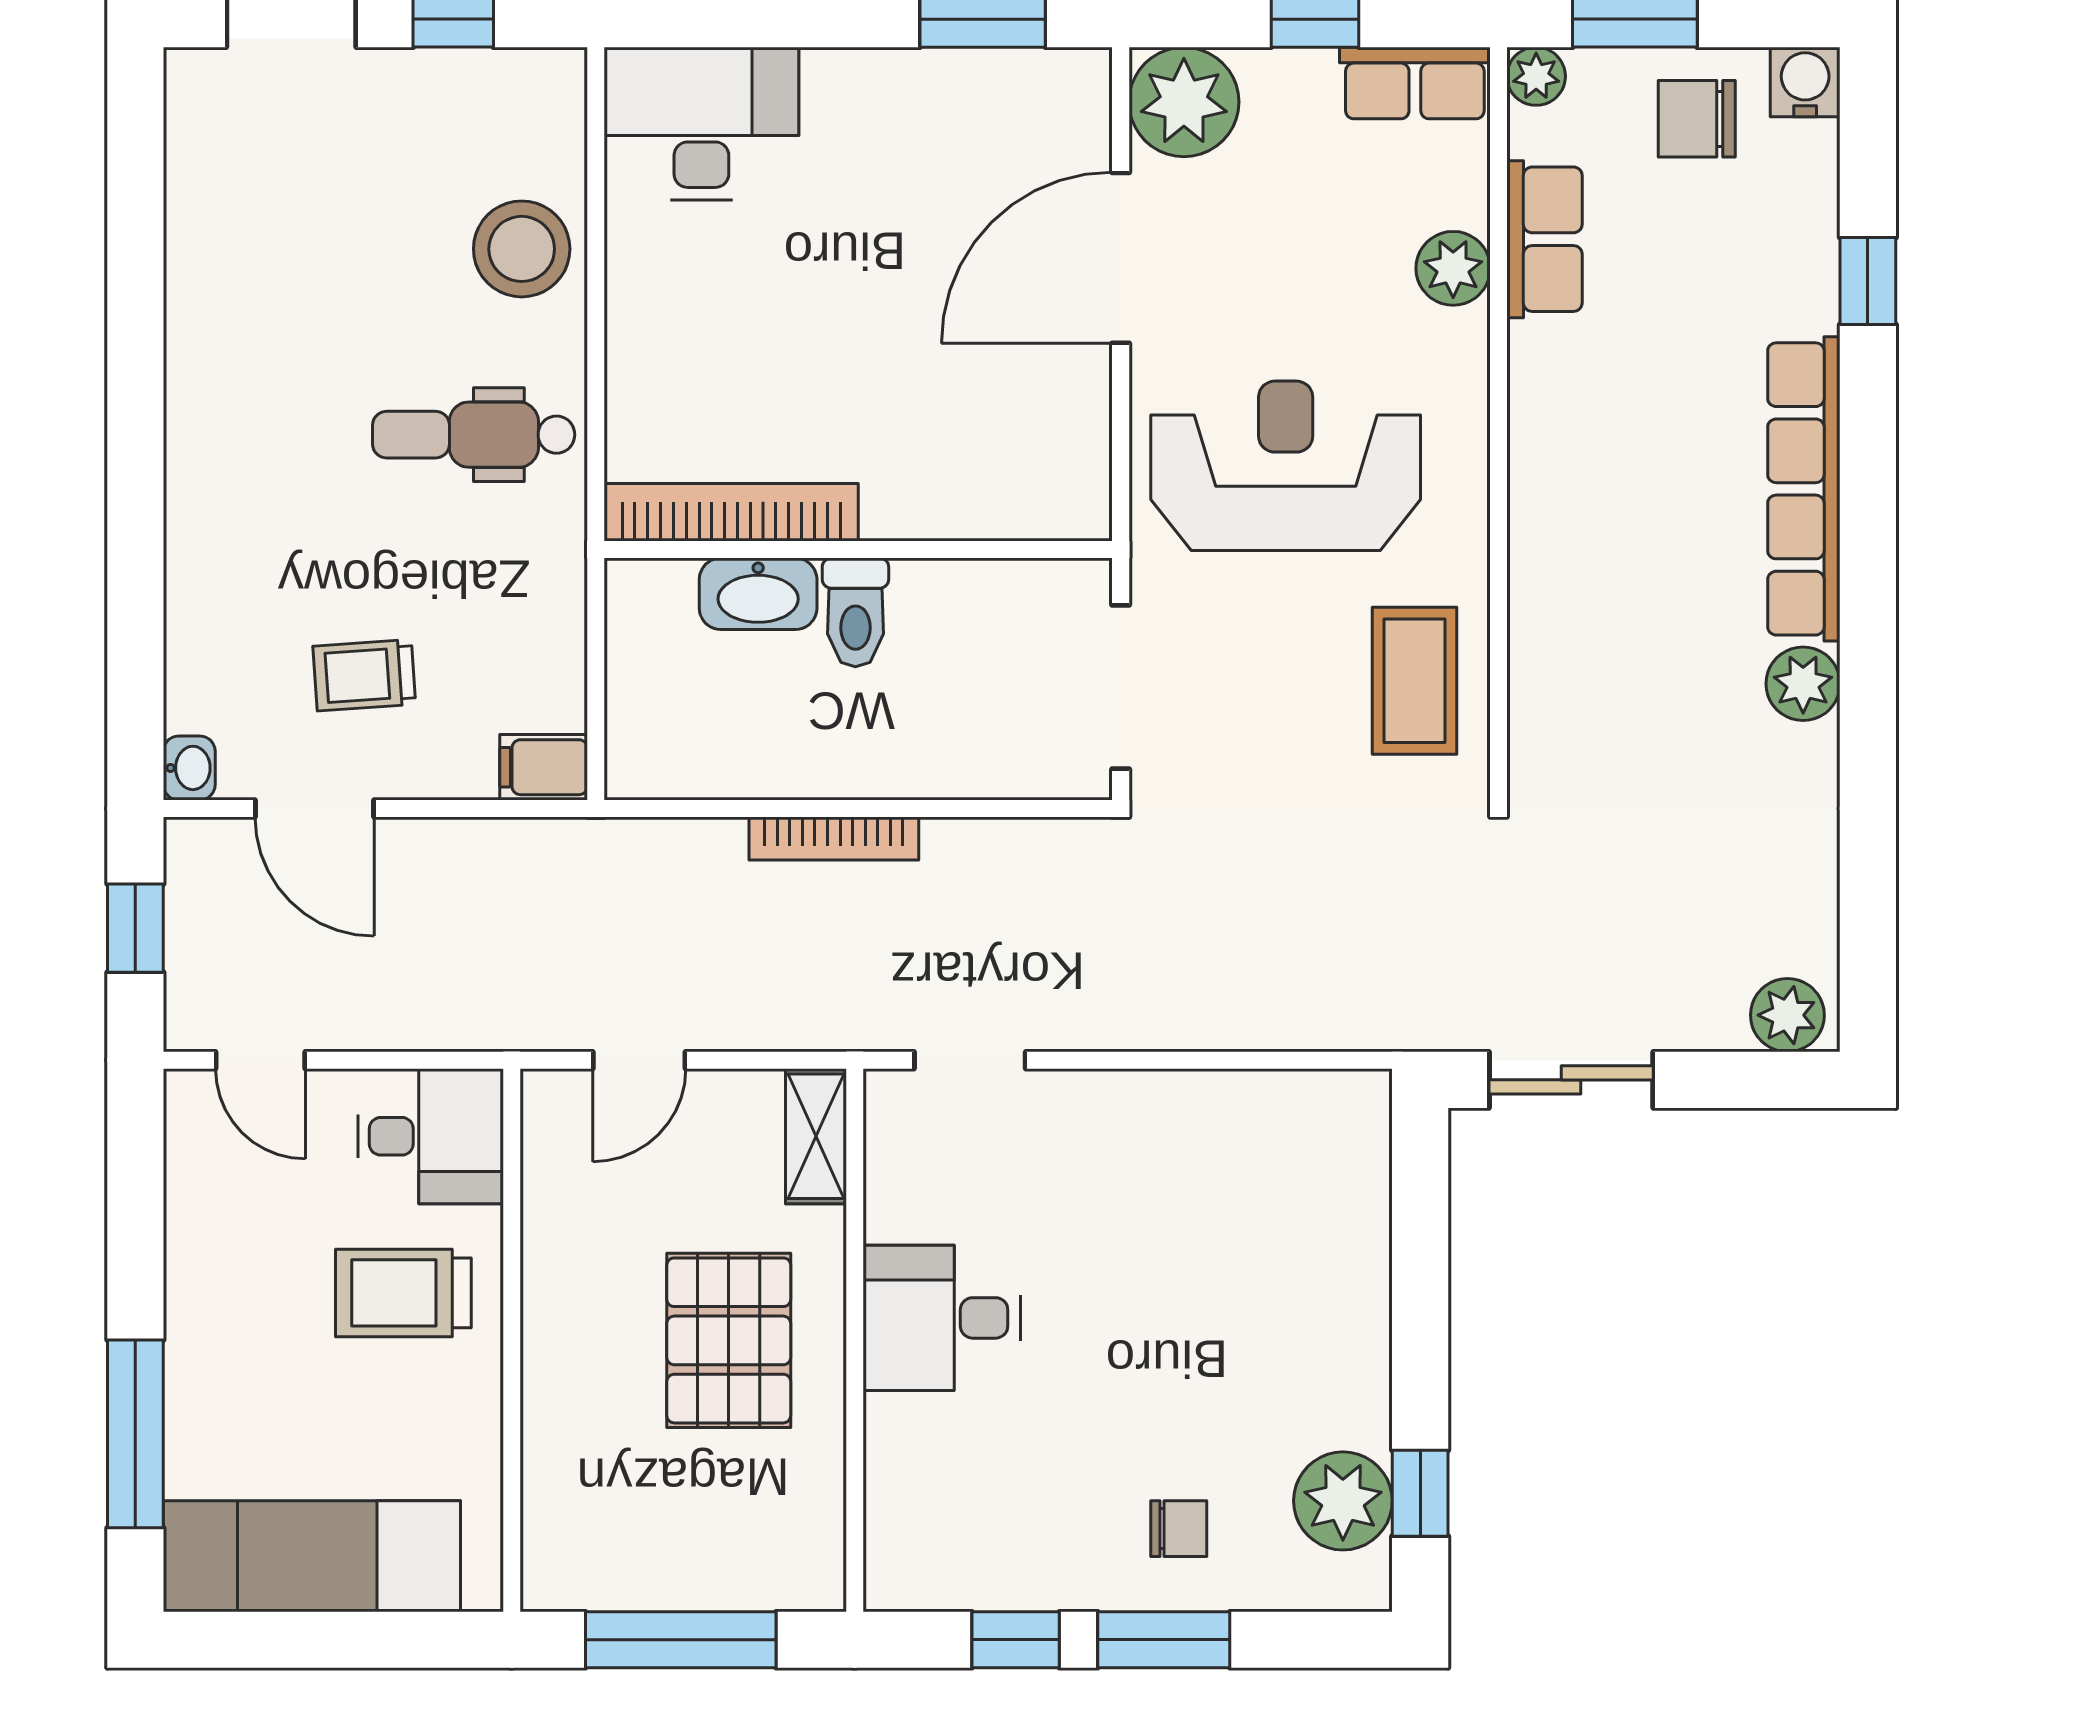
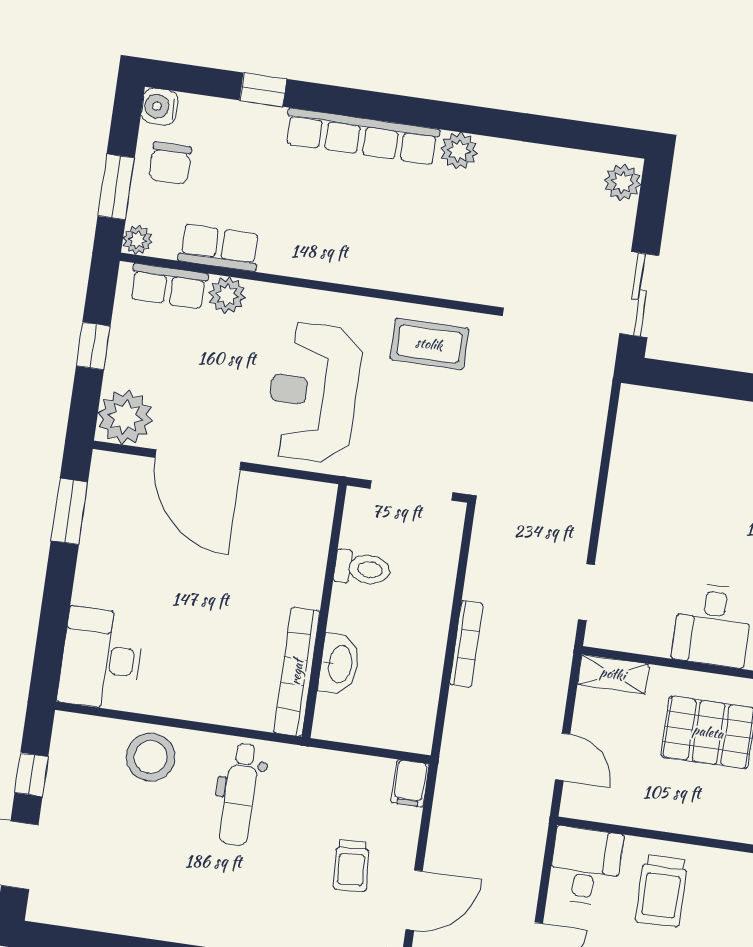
row of seats: (1415, 83) -> (169, 286), moved, turned 90
toilet: (855, 612) -> (362, 569), moved

